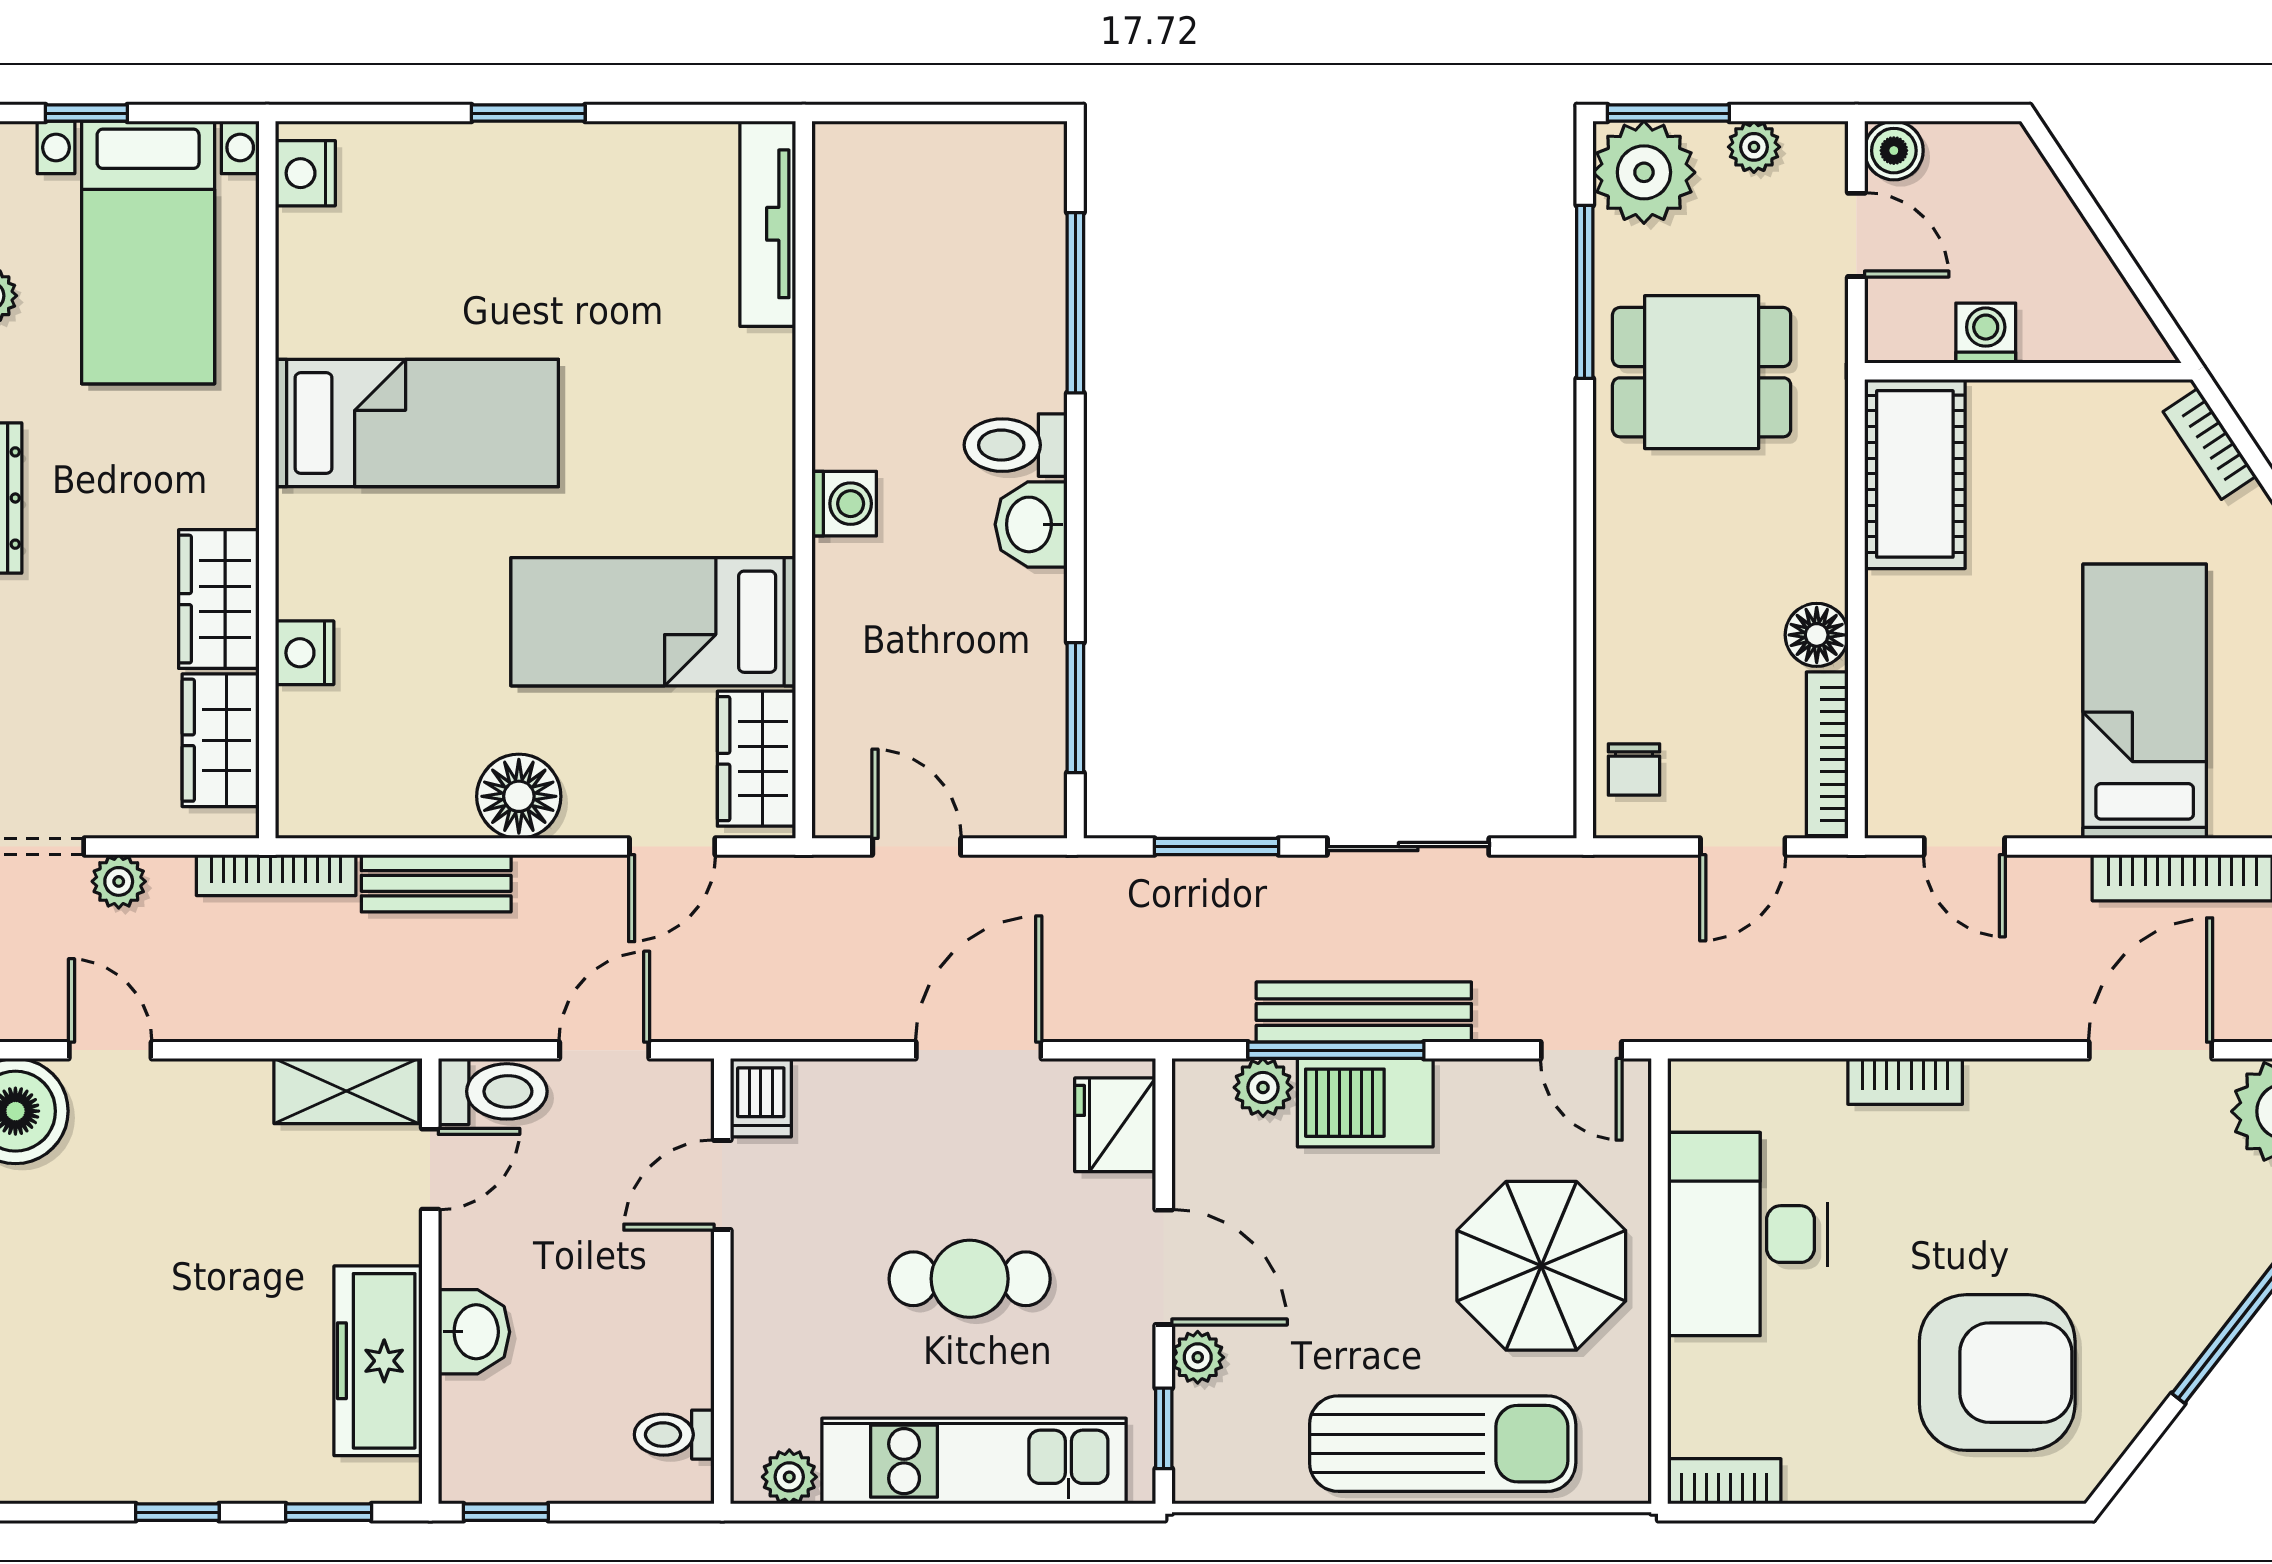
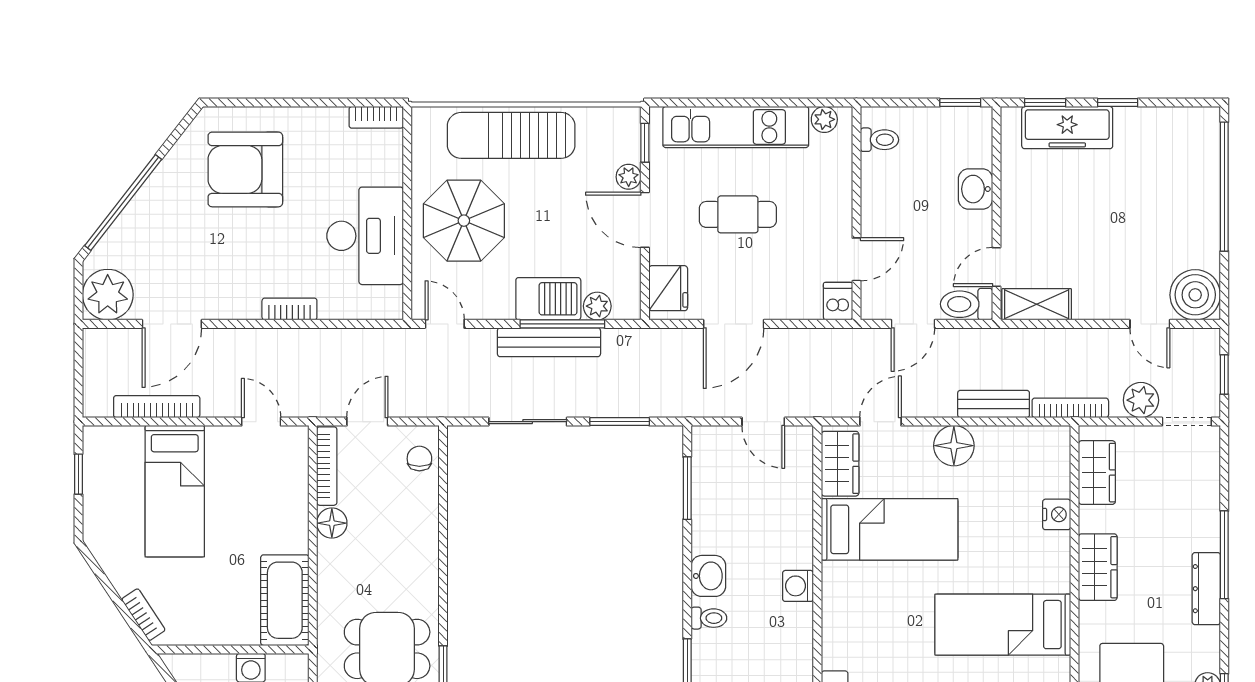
toilet: (1016, 445) -> (709, 618), width x0.73, depth x0.72
wardrobe: (219, 599) -> (1098, 567), moved
plant: (119, 881) -> (1141, 400), width x1.38, depth x1.38
freezer: (378, 1361) -> (1067, 128), moved, turned 90

